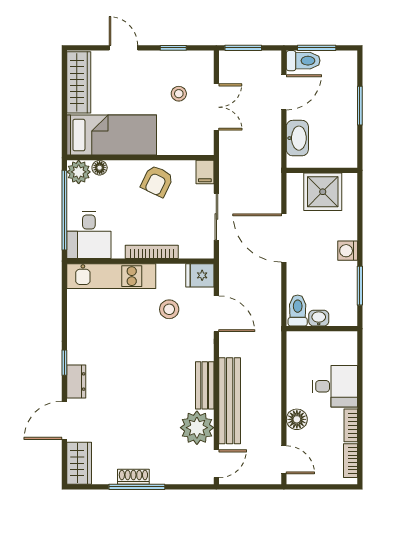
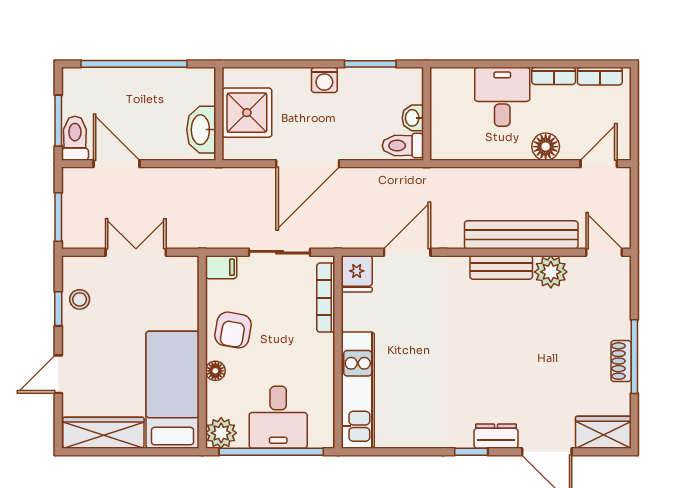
stool: (179, 94) -> (80, 299), moved
window: (360, 106) -> (134, 64), width x2.11
washbasin: (297, 138) -> (201, 130), moved, turned -90
floor lamp: (100, 168) -> (215, 371), moved
armchair: (157, 181) -> (233, 330), turned 74
desk: (89, 235) -> (278, 417), moved, turned 90
bookcase: (152, 252) -> (326, 298), moved
stool: (169, 309) -> (401, 314), removed
plant: (197, 428) -> (551, 272), width x0.73, depth x0.73

